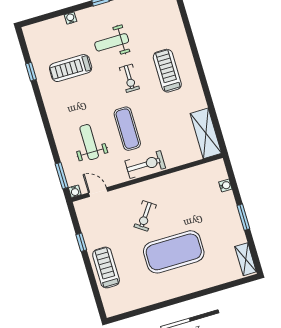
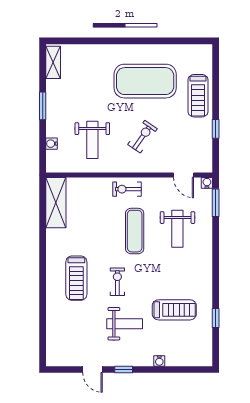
exercise bike: (145, 164) -> (127, 189), width x0.73, depth x0.72
weight bench: (190, 200) -> (92, 140), added
exercise mat: (174, 252) -> (145, 81), moved

